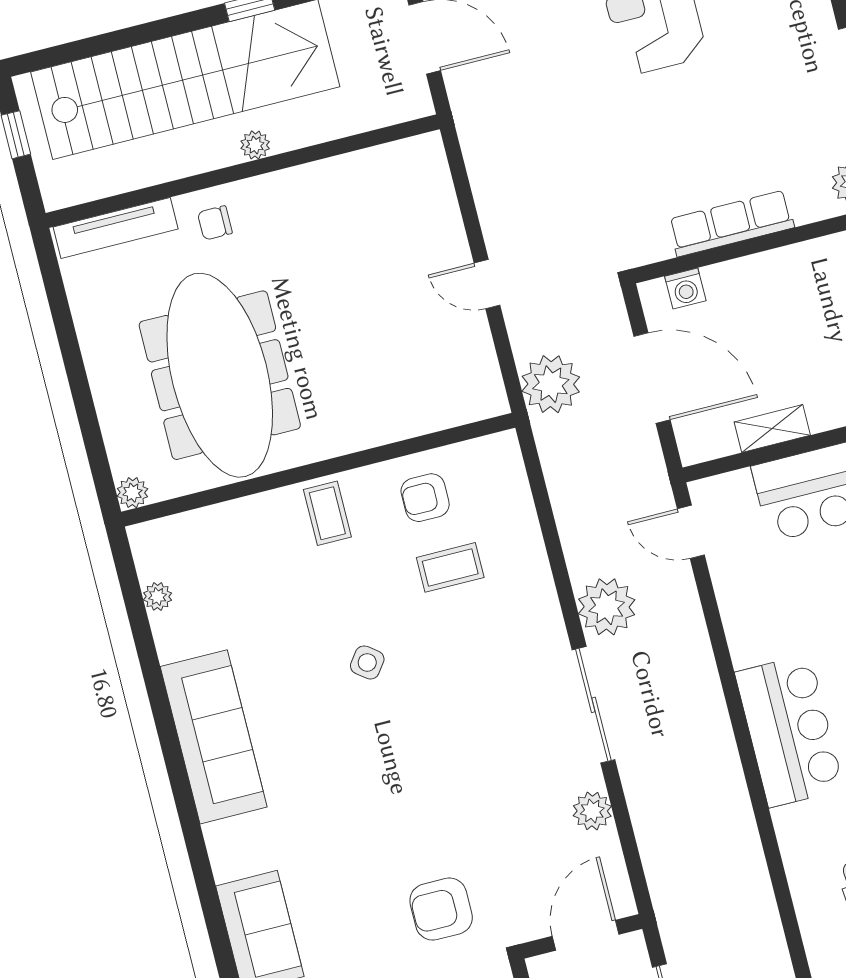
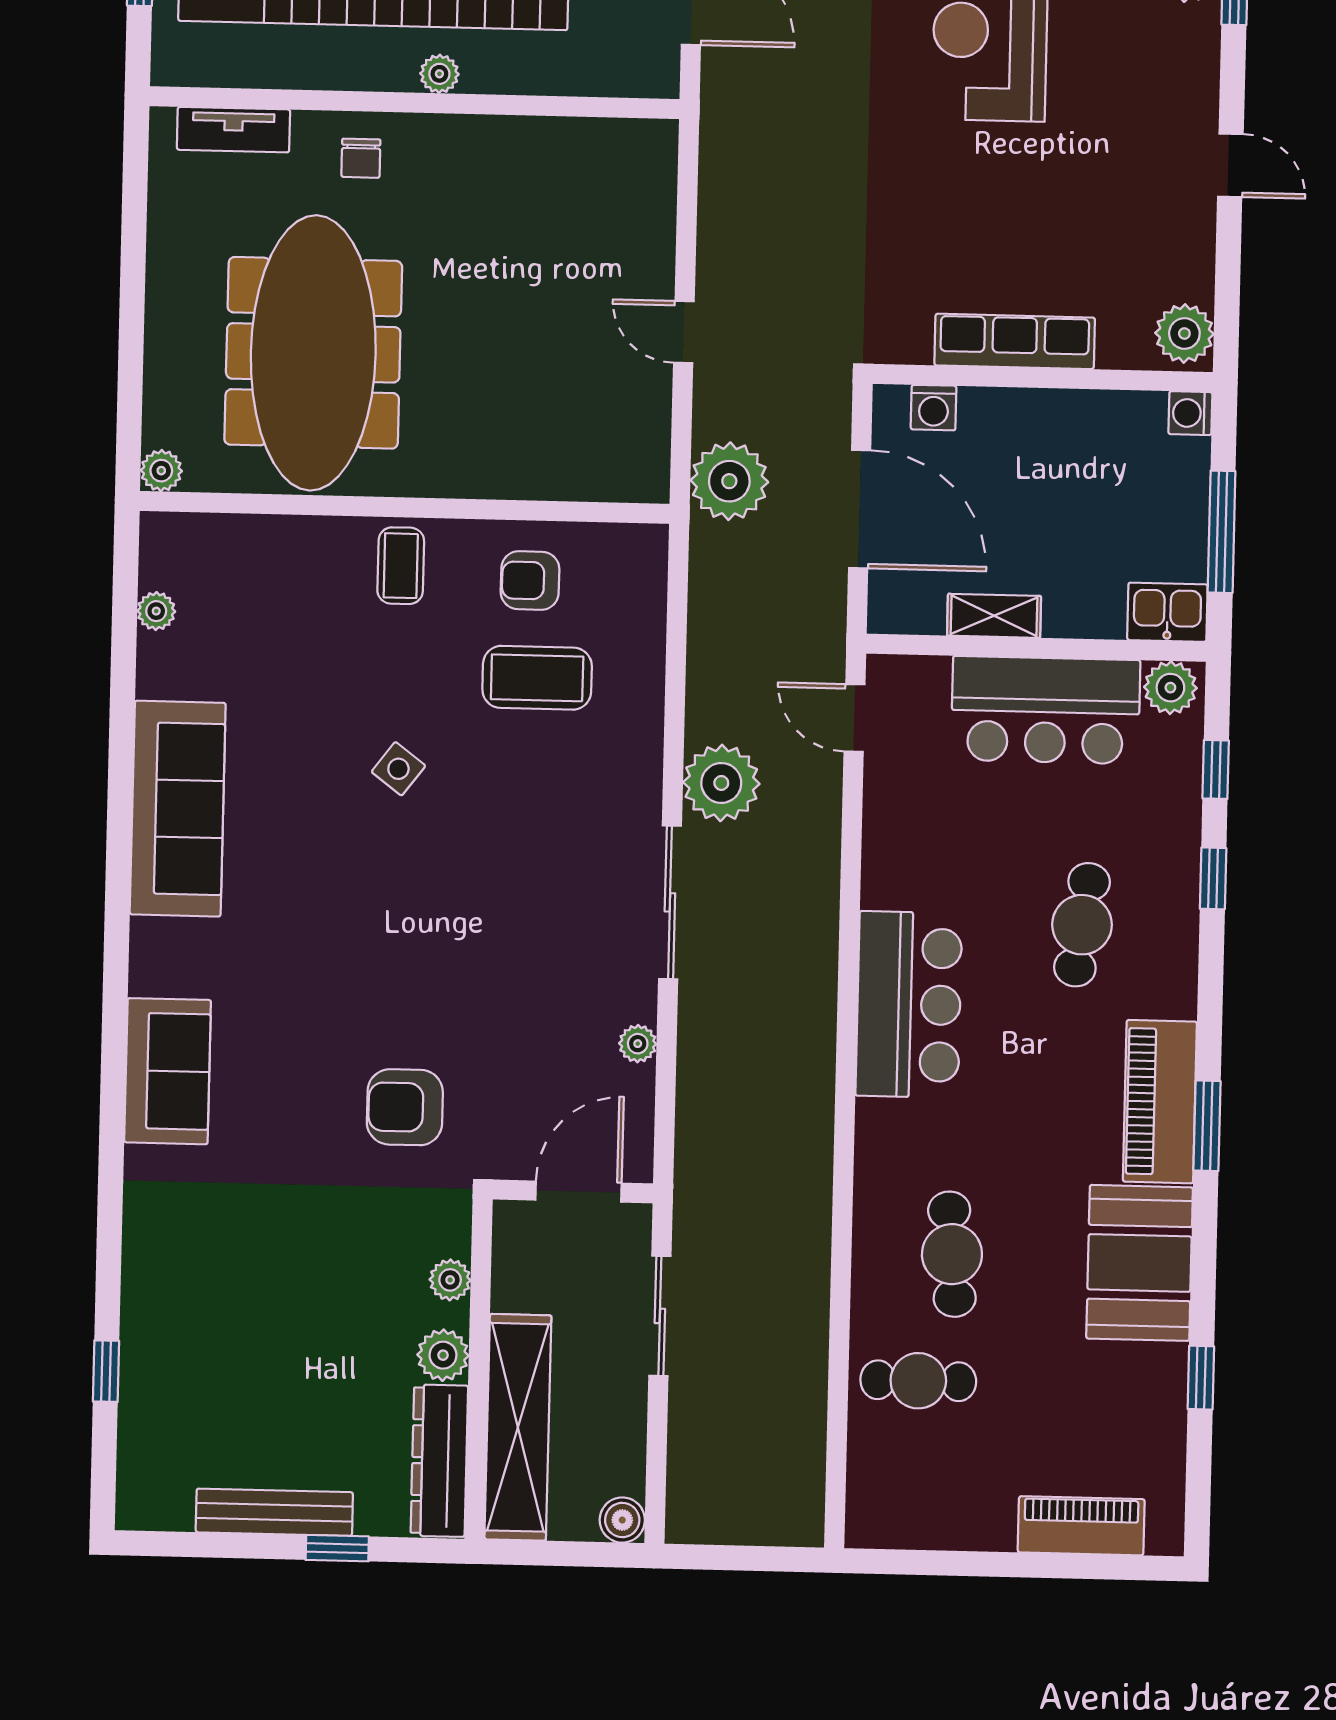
chair: (215, 223) -> (361, 158), turned -90
tv unit: (116, 228) -> (233, 130), width x0.71
coffee table: (450, 567) -> (537, 678), width x1.36, depth x1.30
plant: (592, 811) -> (638, 1044), width x0.73, depth x0.73

